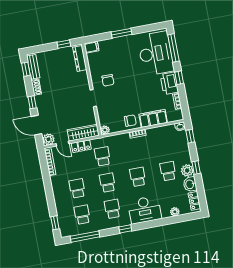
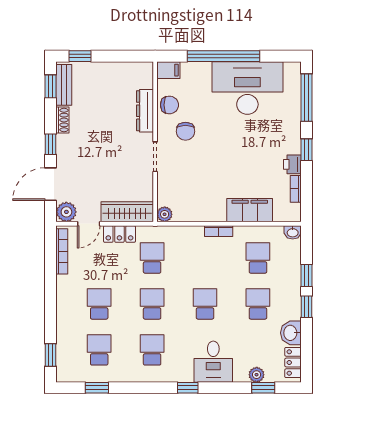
window: (121, 33) -> (223, 56), width x2.11
window: (64, 44) -> (80, 56), moved
desk: (156, 53) -> (247, 88), moved, turned -90
dresser: (80, 58) -> (145, 111), moved
printer: (169, 83) -> (292, 164), width x0.53, depth x0.68
chair: (130, 121) -> (169, 105), moved
door: (36, 125) -> (51, 184), hinge flipped
window: (190, 136) -> (307, 275), moved
door: (62, 144) -> (89, 224), hinge flipped
school desk: (163, 145) -> (258, 258), added
plant: (187, 170) -> (291, 309), removed
desk: (145, 210) -> (213, 362), width x0.73
window: (180, 219) -> (263, 388), added
window: (125, 229) -> (188, 388), moved
window: (85, 237) -> (97, 388), width x0.46

